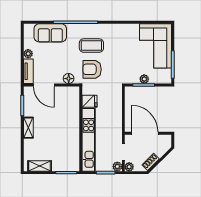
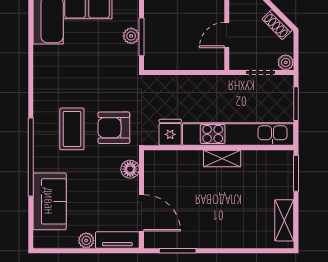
armchair: (92, 69) -> (114, 128), turned 90
door: (44, 85) -> (142, 213), hinge flipped
shelving: (28, 128) -> (222, 158), moved
door: (145, 133) -> (227, 35), width x0.53
plant: (117, 167) -> (285, 83), removed

